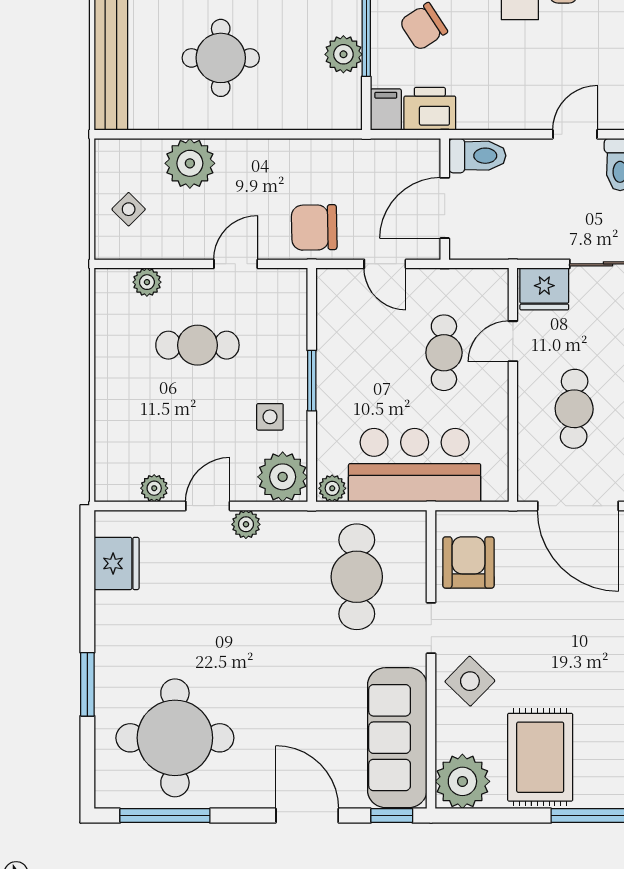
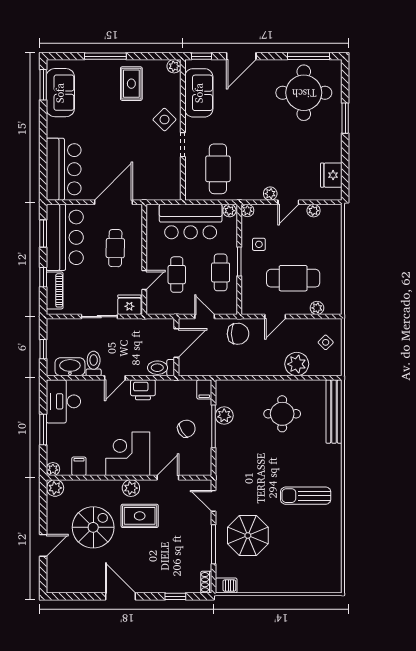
printer: (430, 109) -> (143, 390), moved
cafe table: (197, 345) -> (293, 278), width x1.37, depth x1.35
cafe table: (351, 357) -> (221, 272), added
plant: (283, 477) -> (247, 210), width x0.53, depth x0.53
door: (578, 506) -> (113, 202), hinge flipped
armchair: (468, 562) -> (165, 176), removed
sofa: (397, 738) -> (199, 93), width x0.73
rug: (540, 757) -> (131, 84), width x0.73, depth x0.70
plant: (462, 781) -> (174, 66), width x0.53, depth x0.53
door: (307, 816) -> (241, 56), hinge flipped

